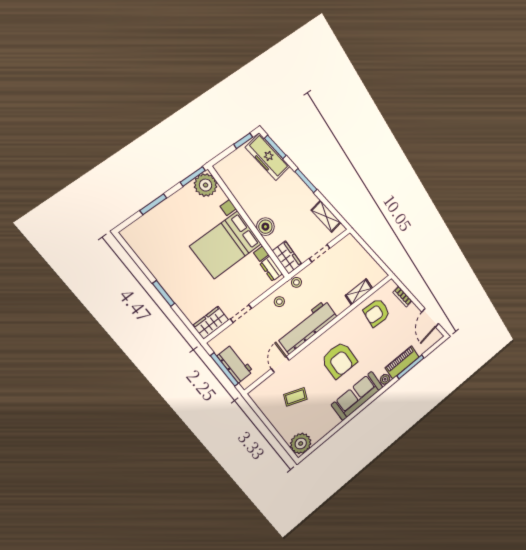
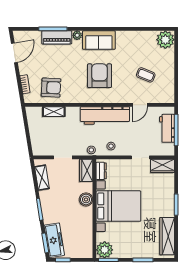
wardrobe: (146, 251) -> (167, 236), added
sofa: (357, 396) -> (99, 40), width x0.73

